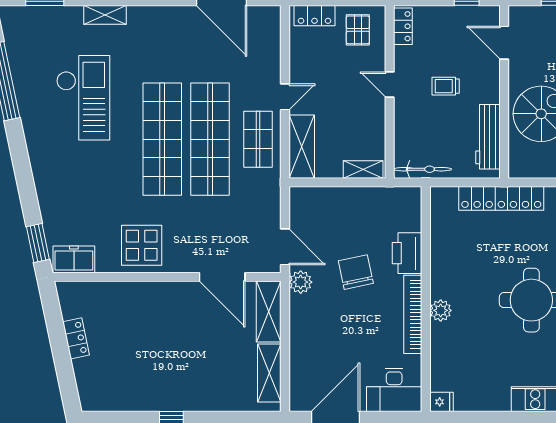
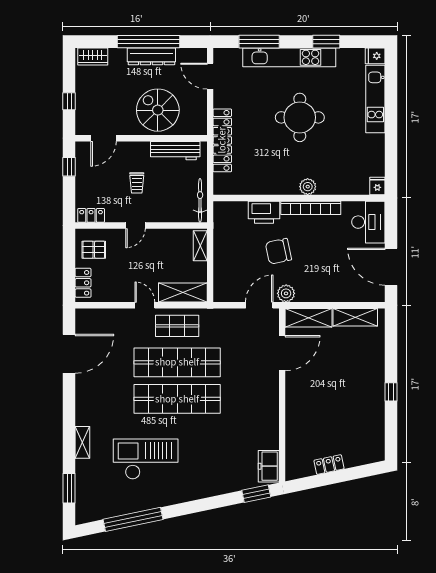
display table: (142, 245) -> (258, 415), removed

